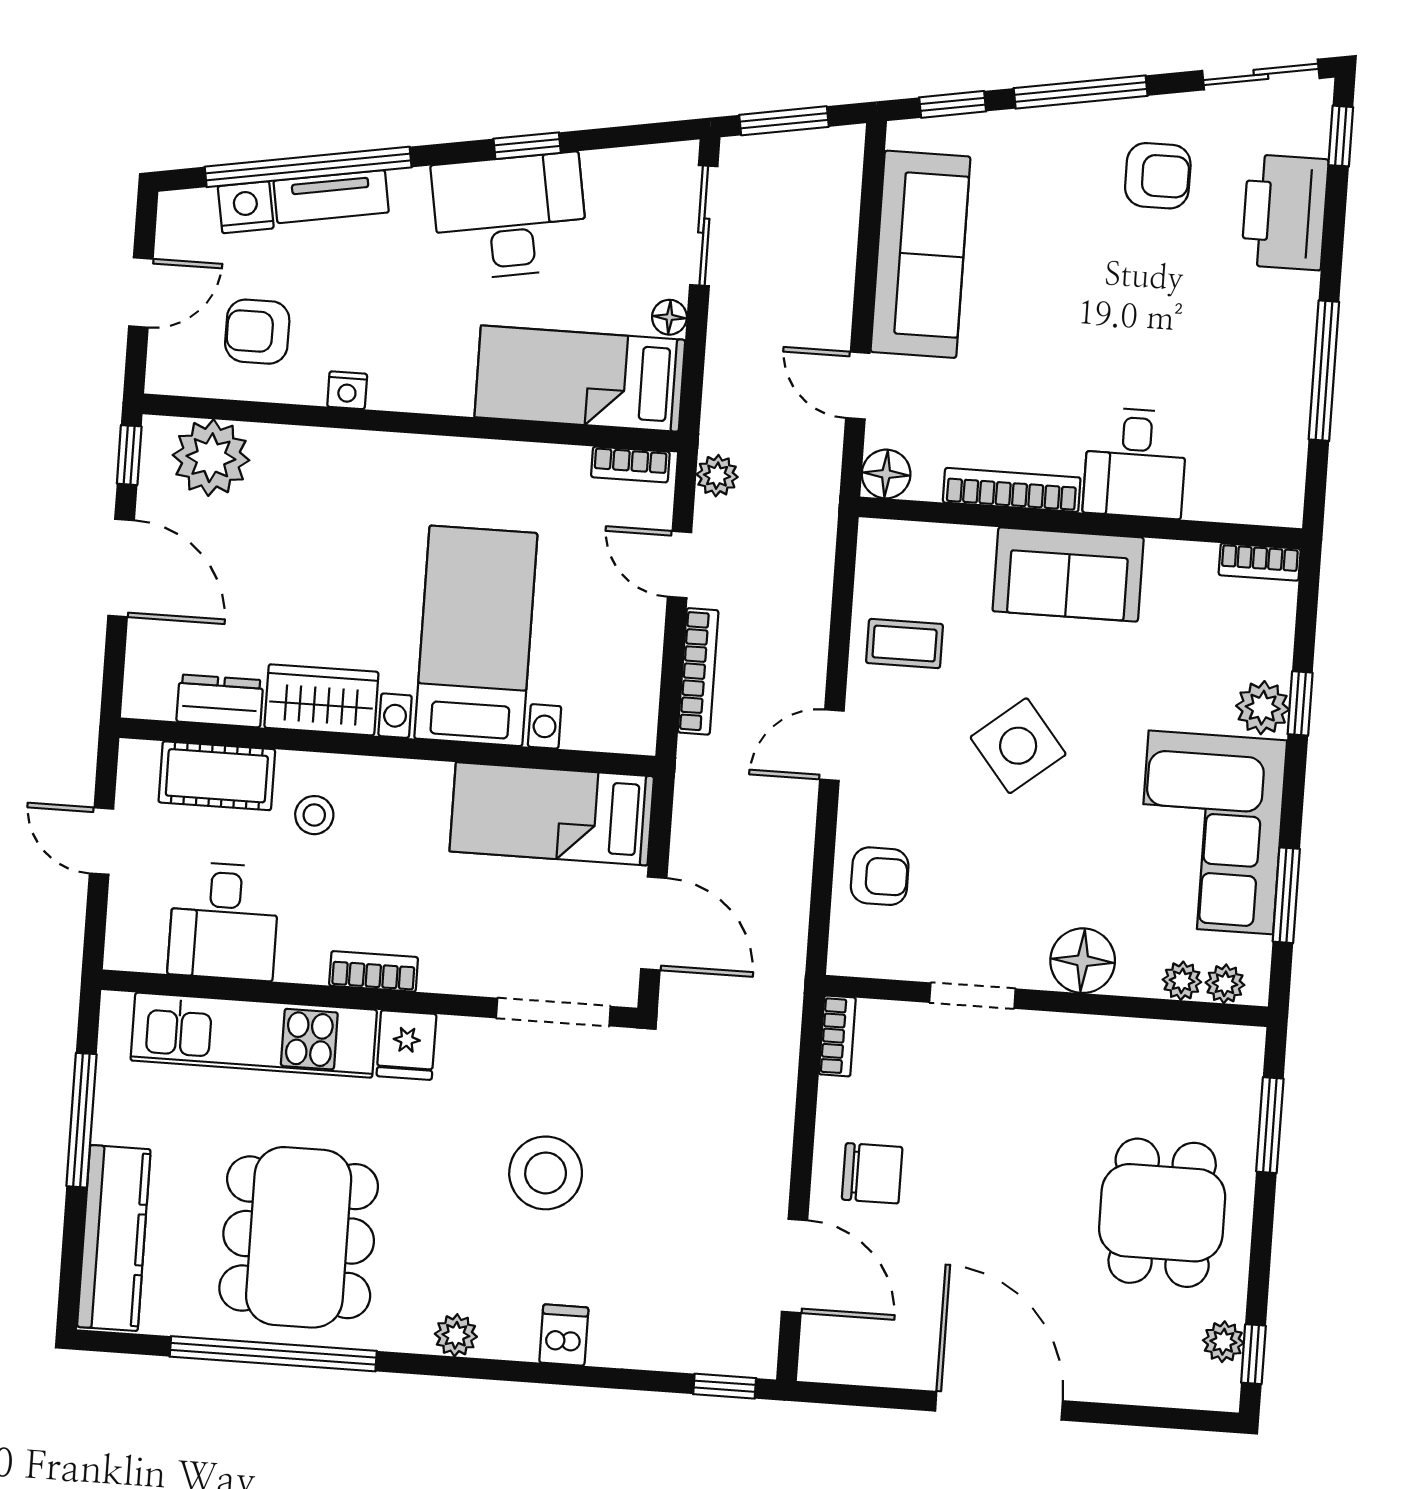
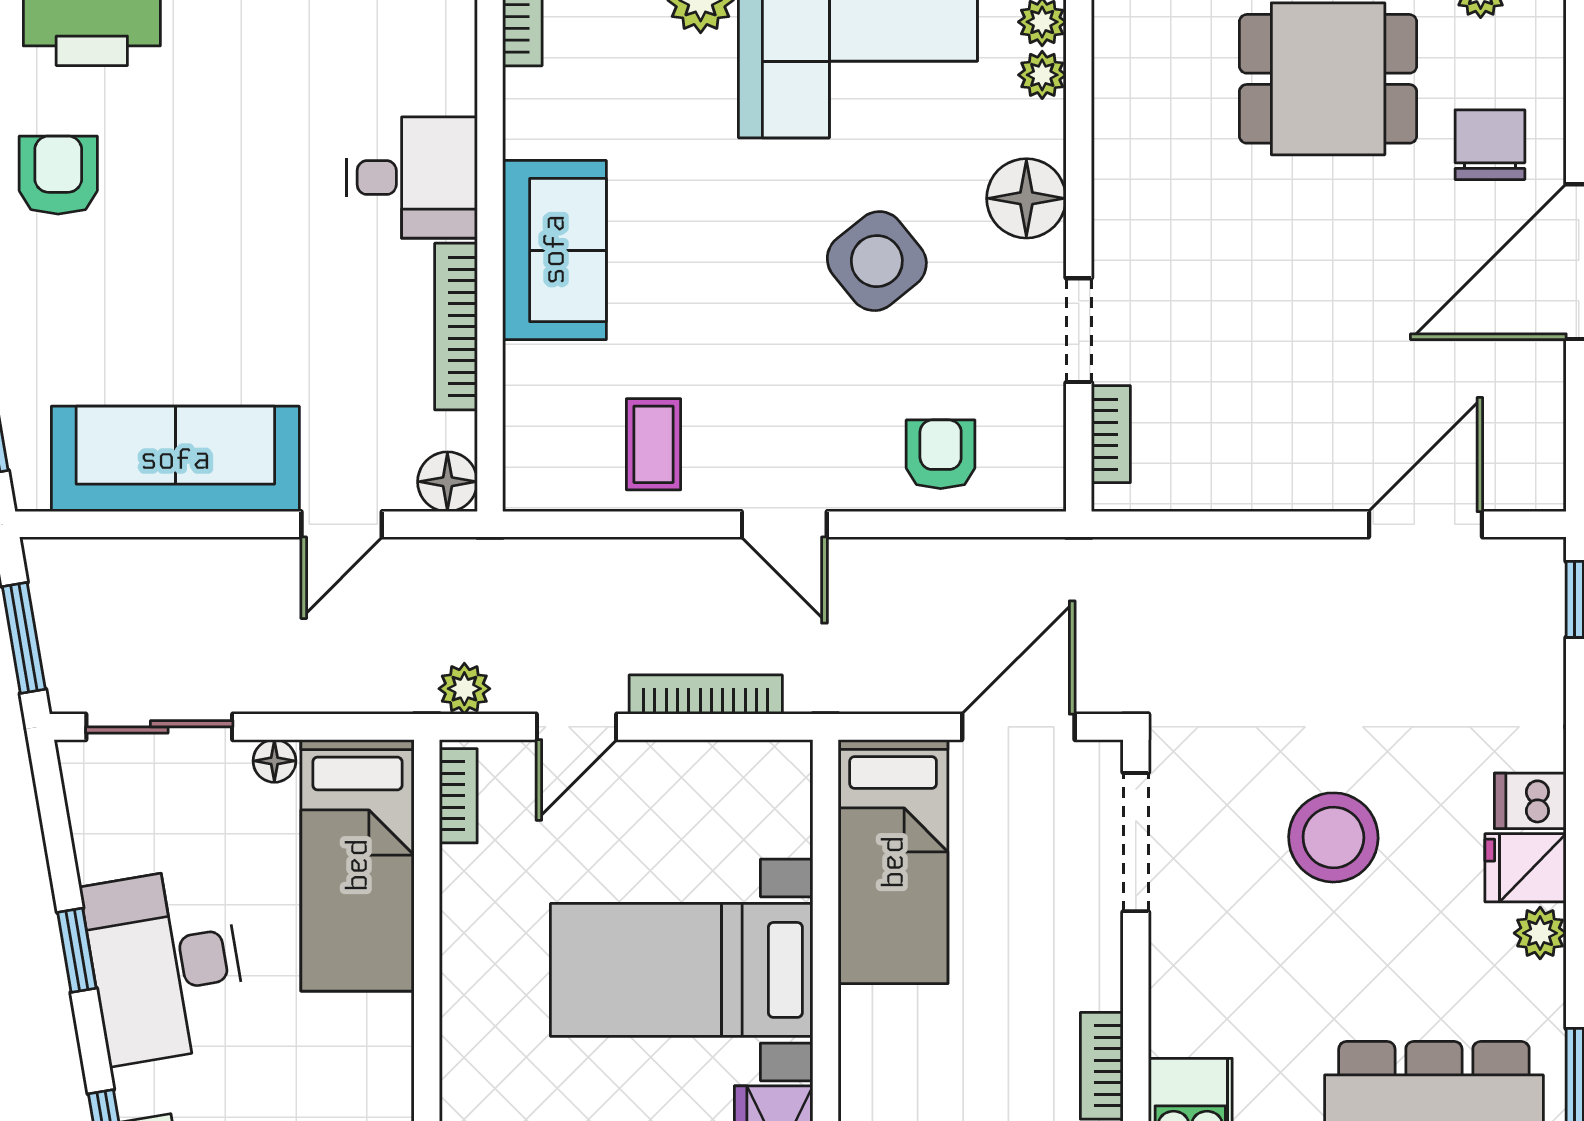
side table: (1018, 746) -> (877, 261), moved
bookcase: (837, 1036) -> (1111, 434), moved, turned 90
fridge: (406, 1045) -> (1526, 868), moved, turned 180
chair: (872, 1173) -> (1490, 145), moved

